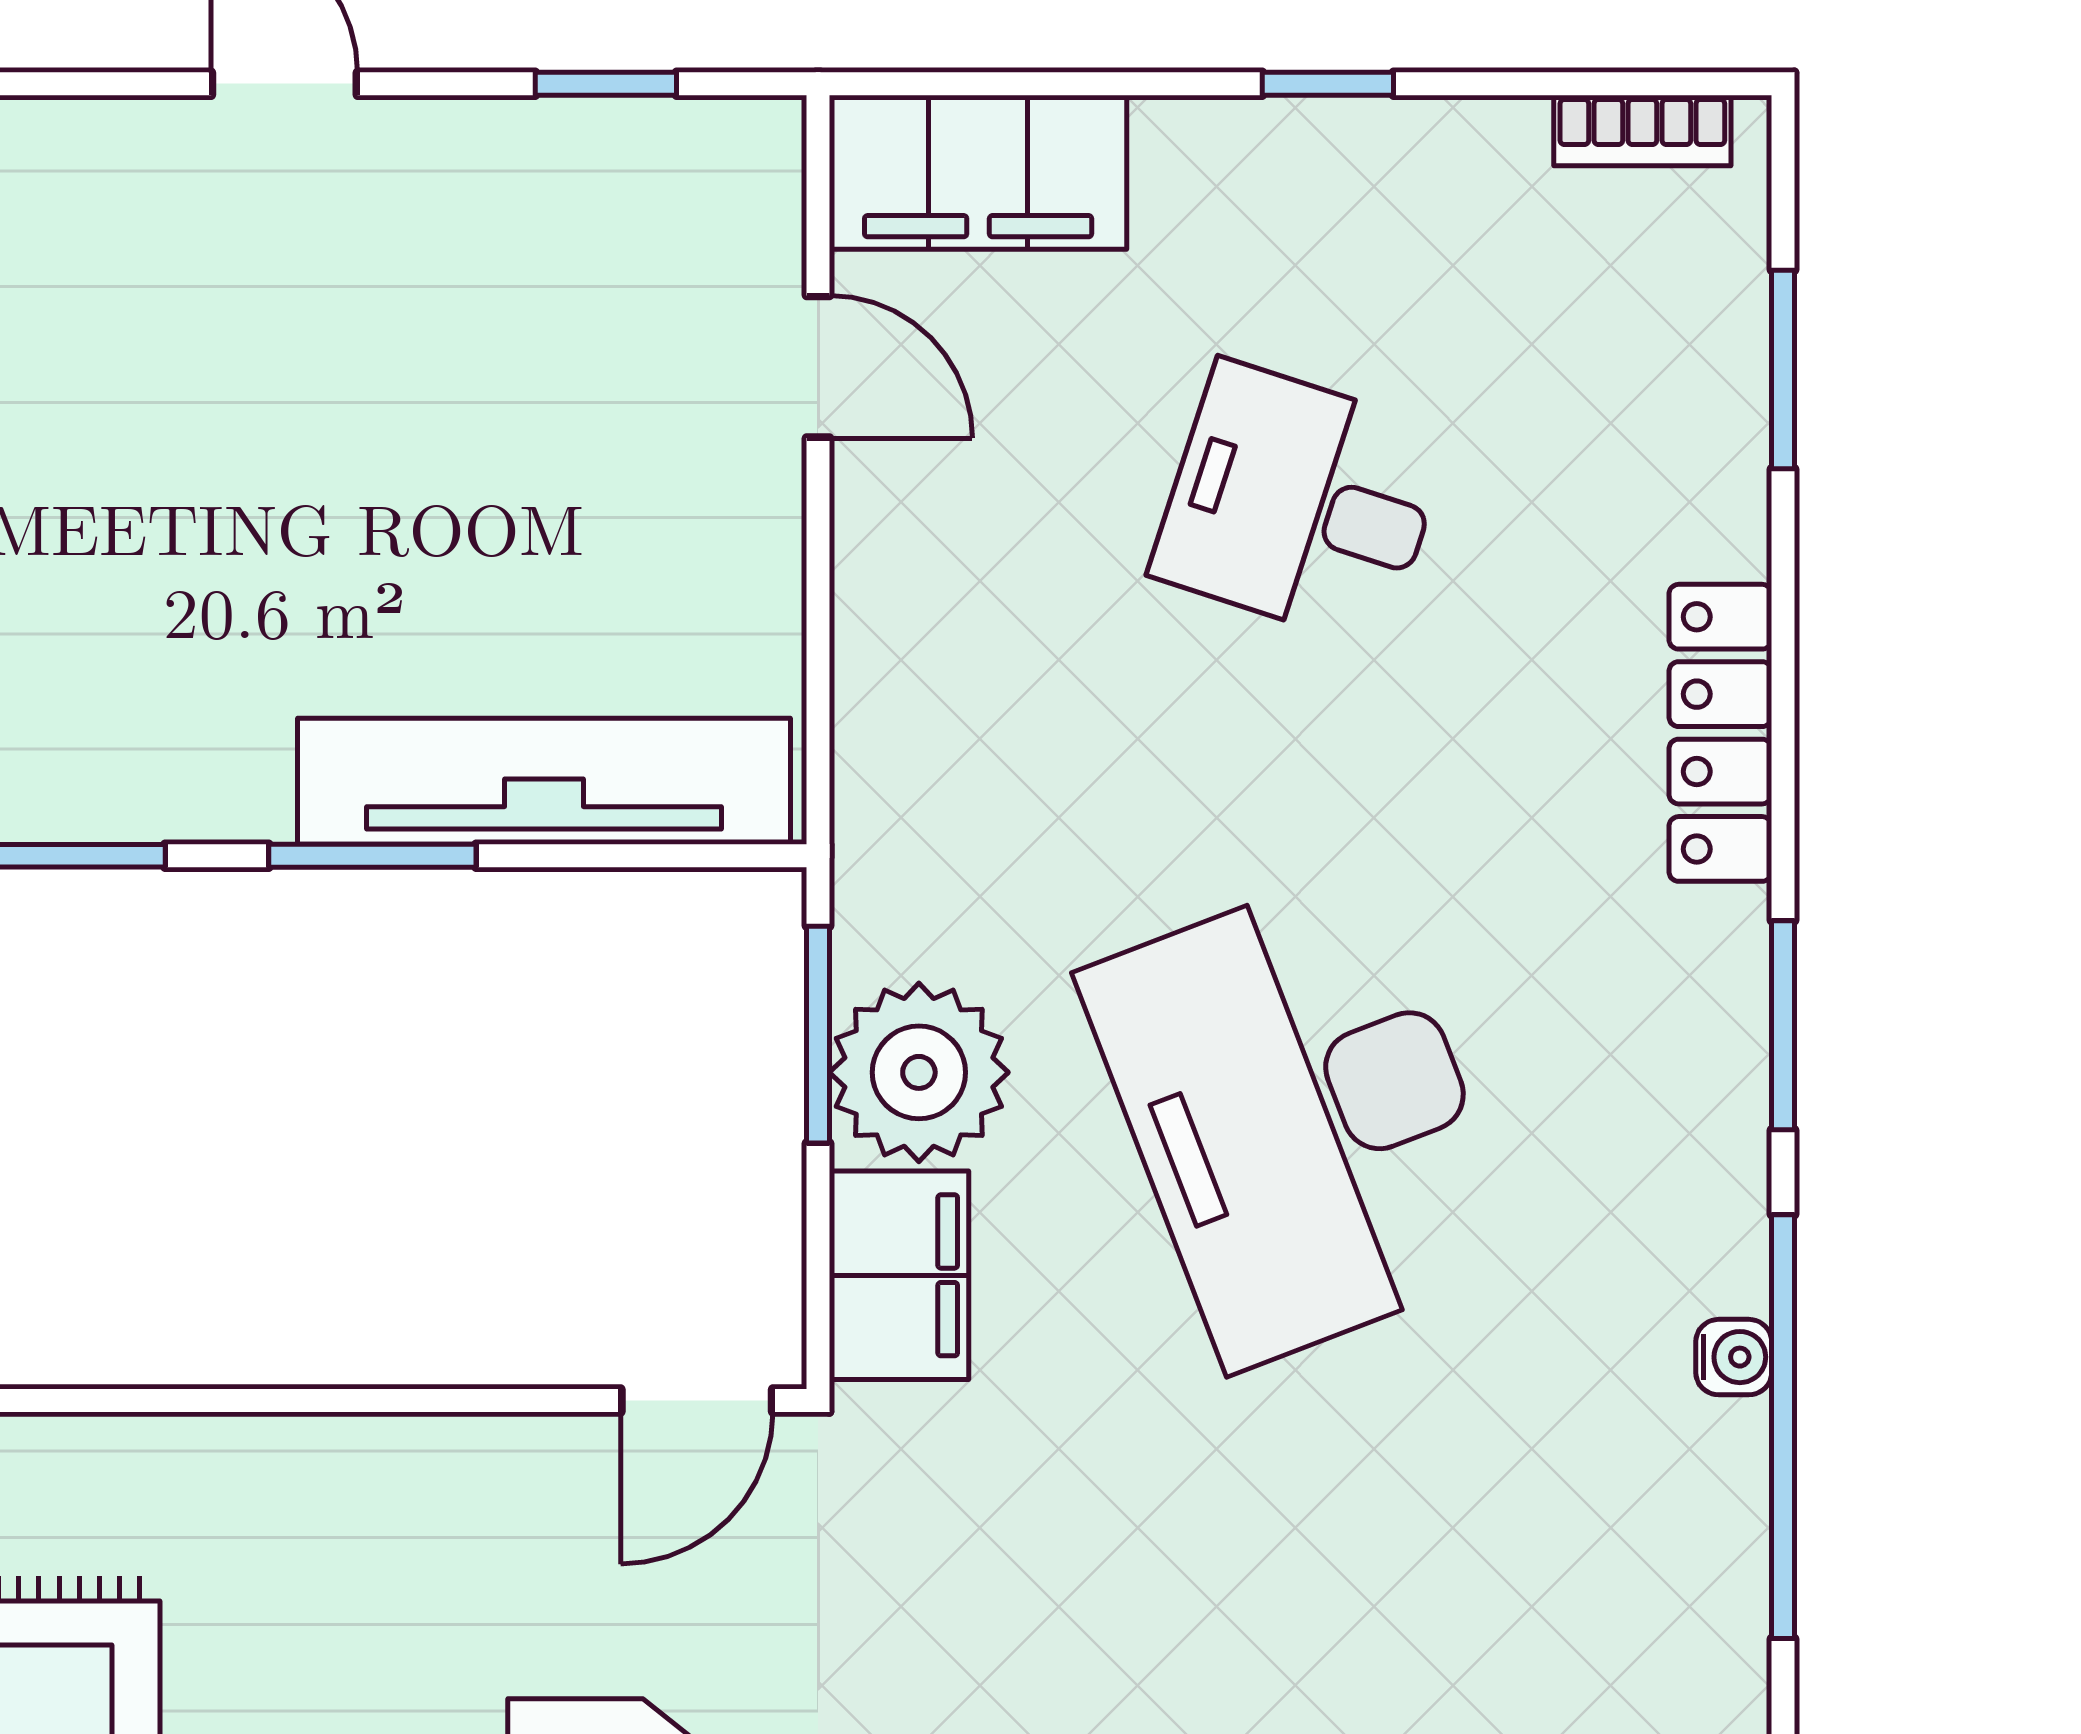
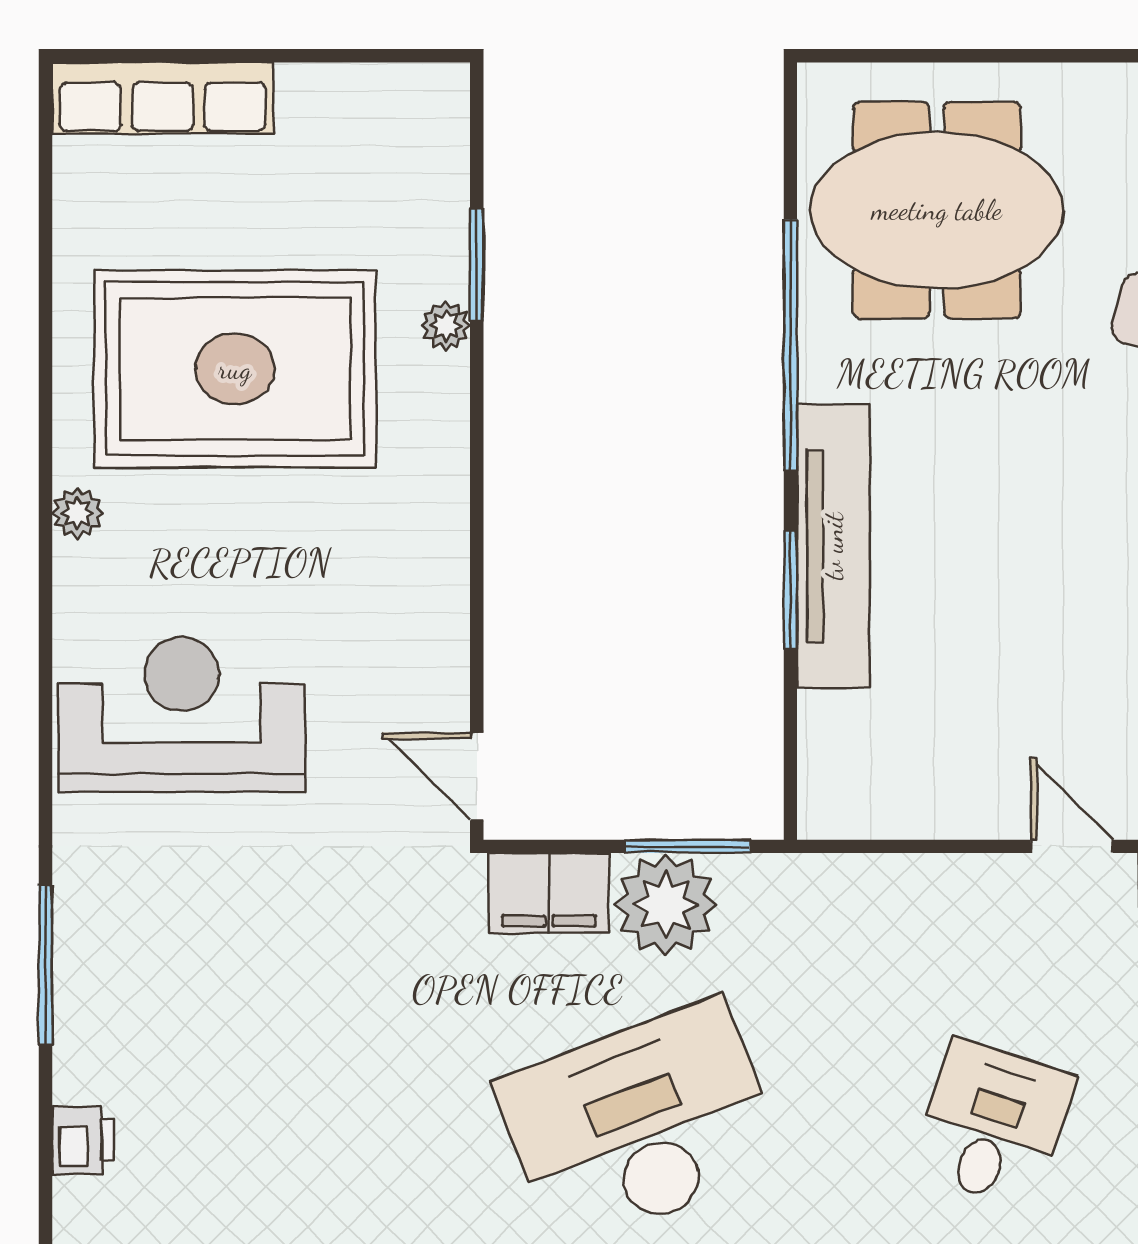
door: (818, 367) -> (1072, 846), swing flipped
tv unit: (544, 781) -> (833, 546), moved

